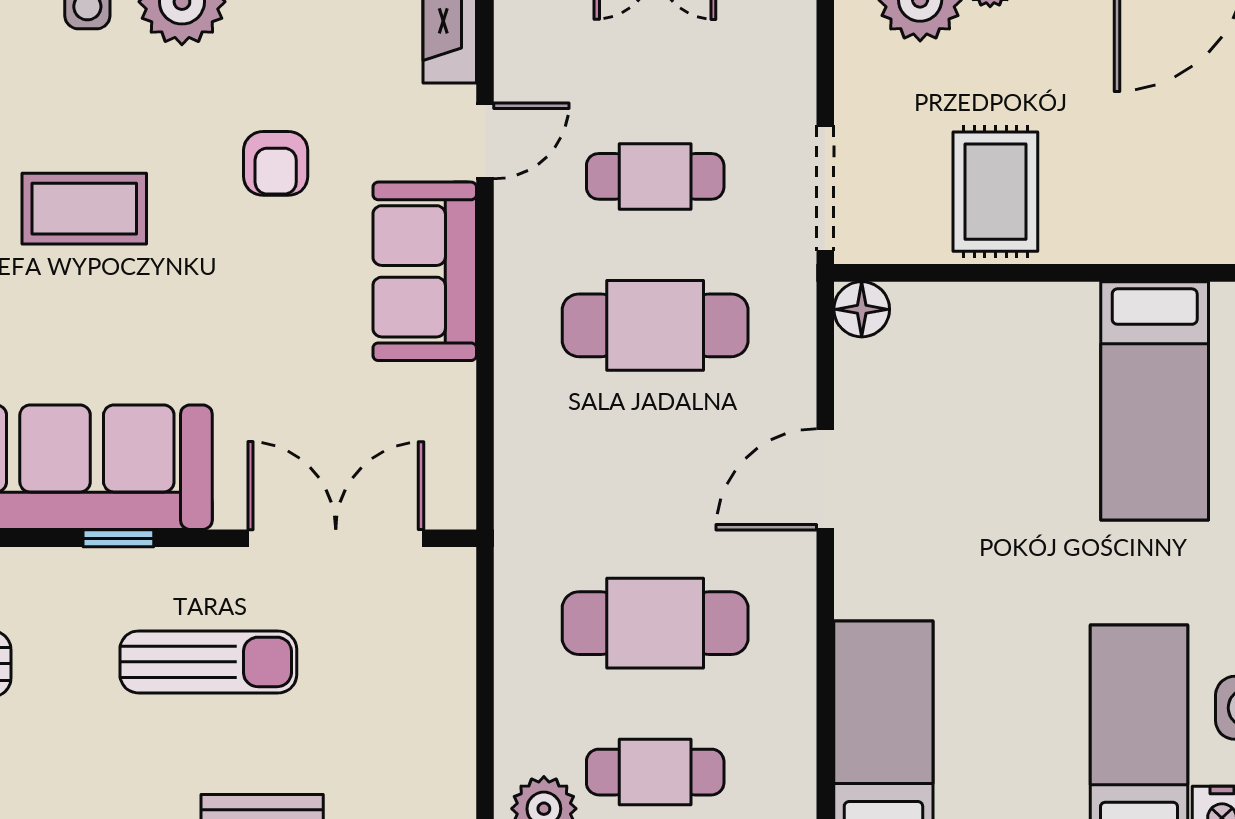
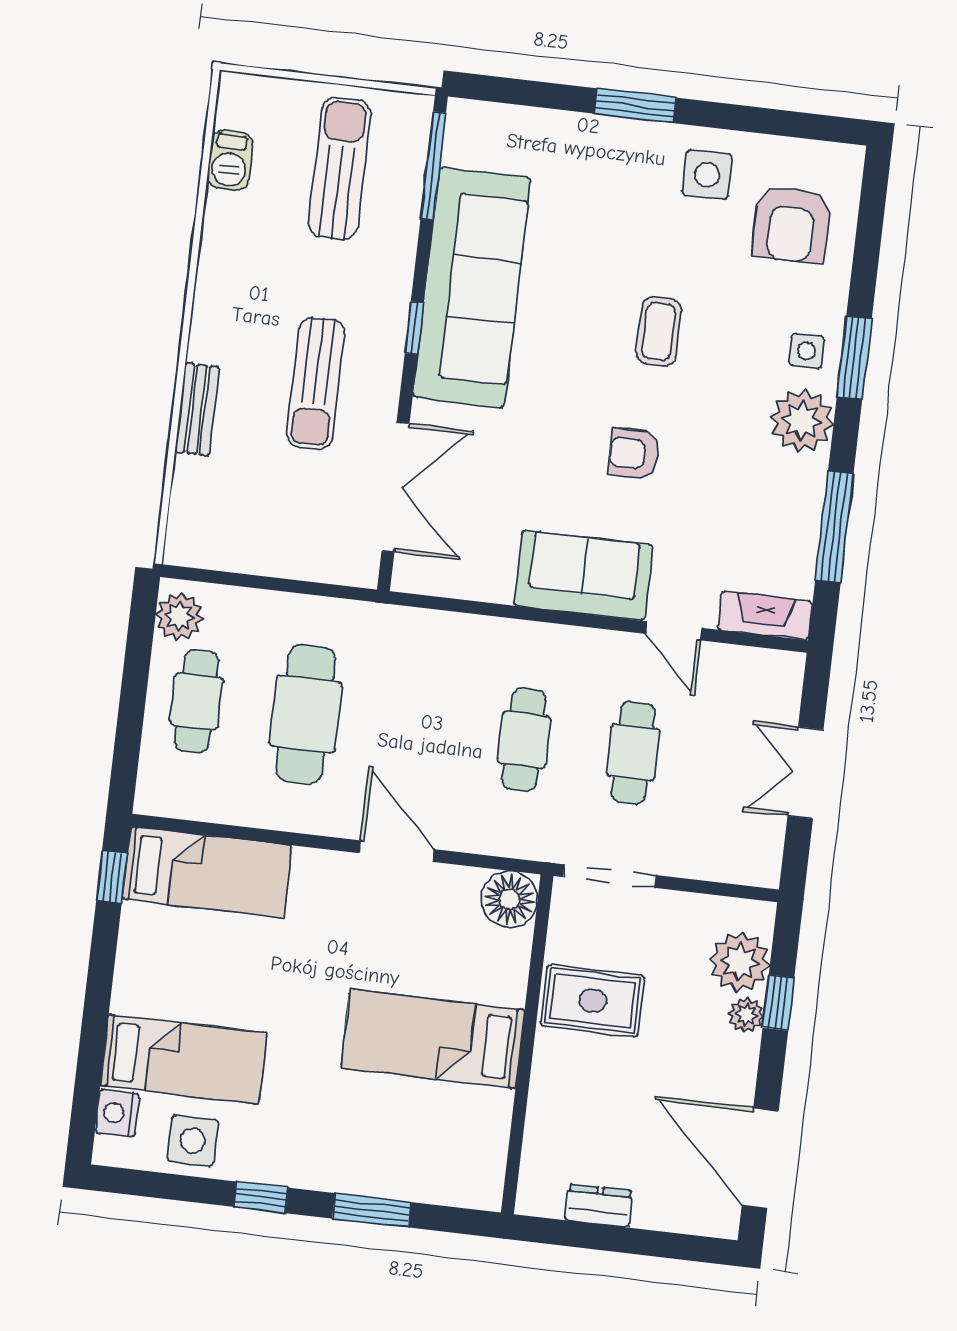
armchair: (276, 163) -> (634, 454), moved
coffee table: (84, 209) -> (659, 331), width x0.73, depth x0.77
floor lamp: (862, 309) -> (509, 899), width x1.38, depth x1.38
cafe table: (655, 325) -> (524, 740), width x0.73, depth x0.74
bed: (1155, 401) -> (433, 1039), moved

